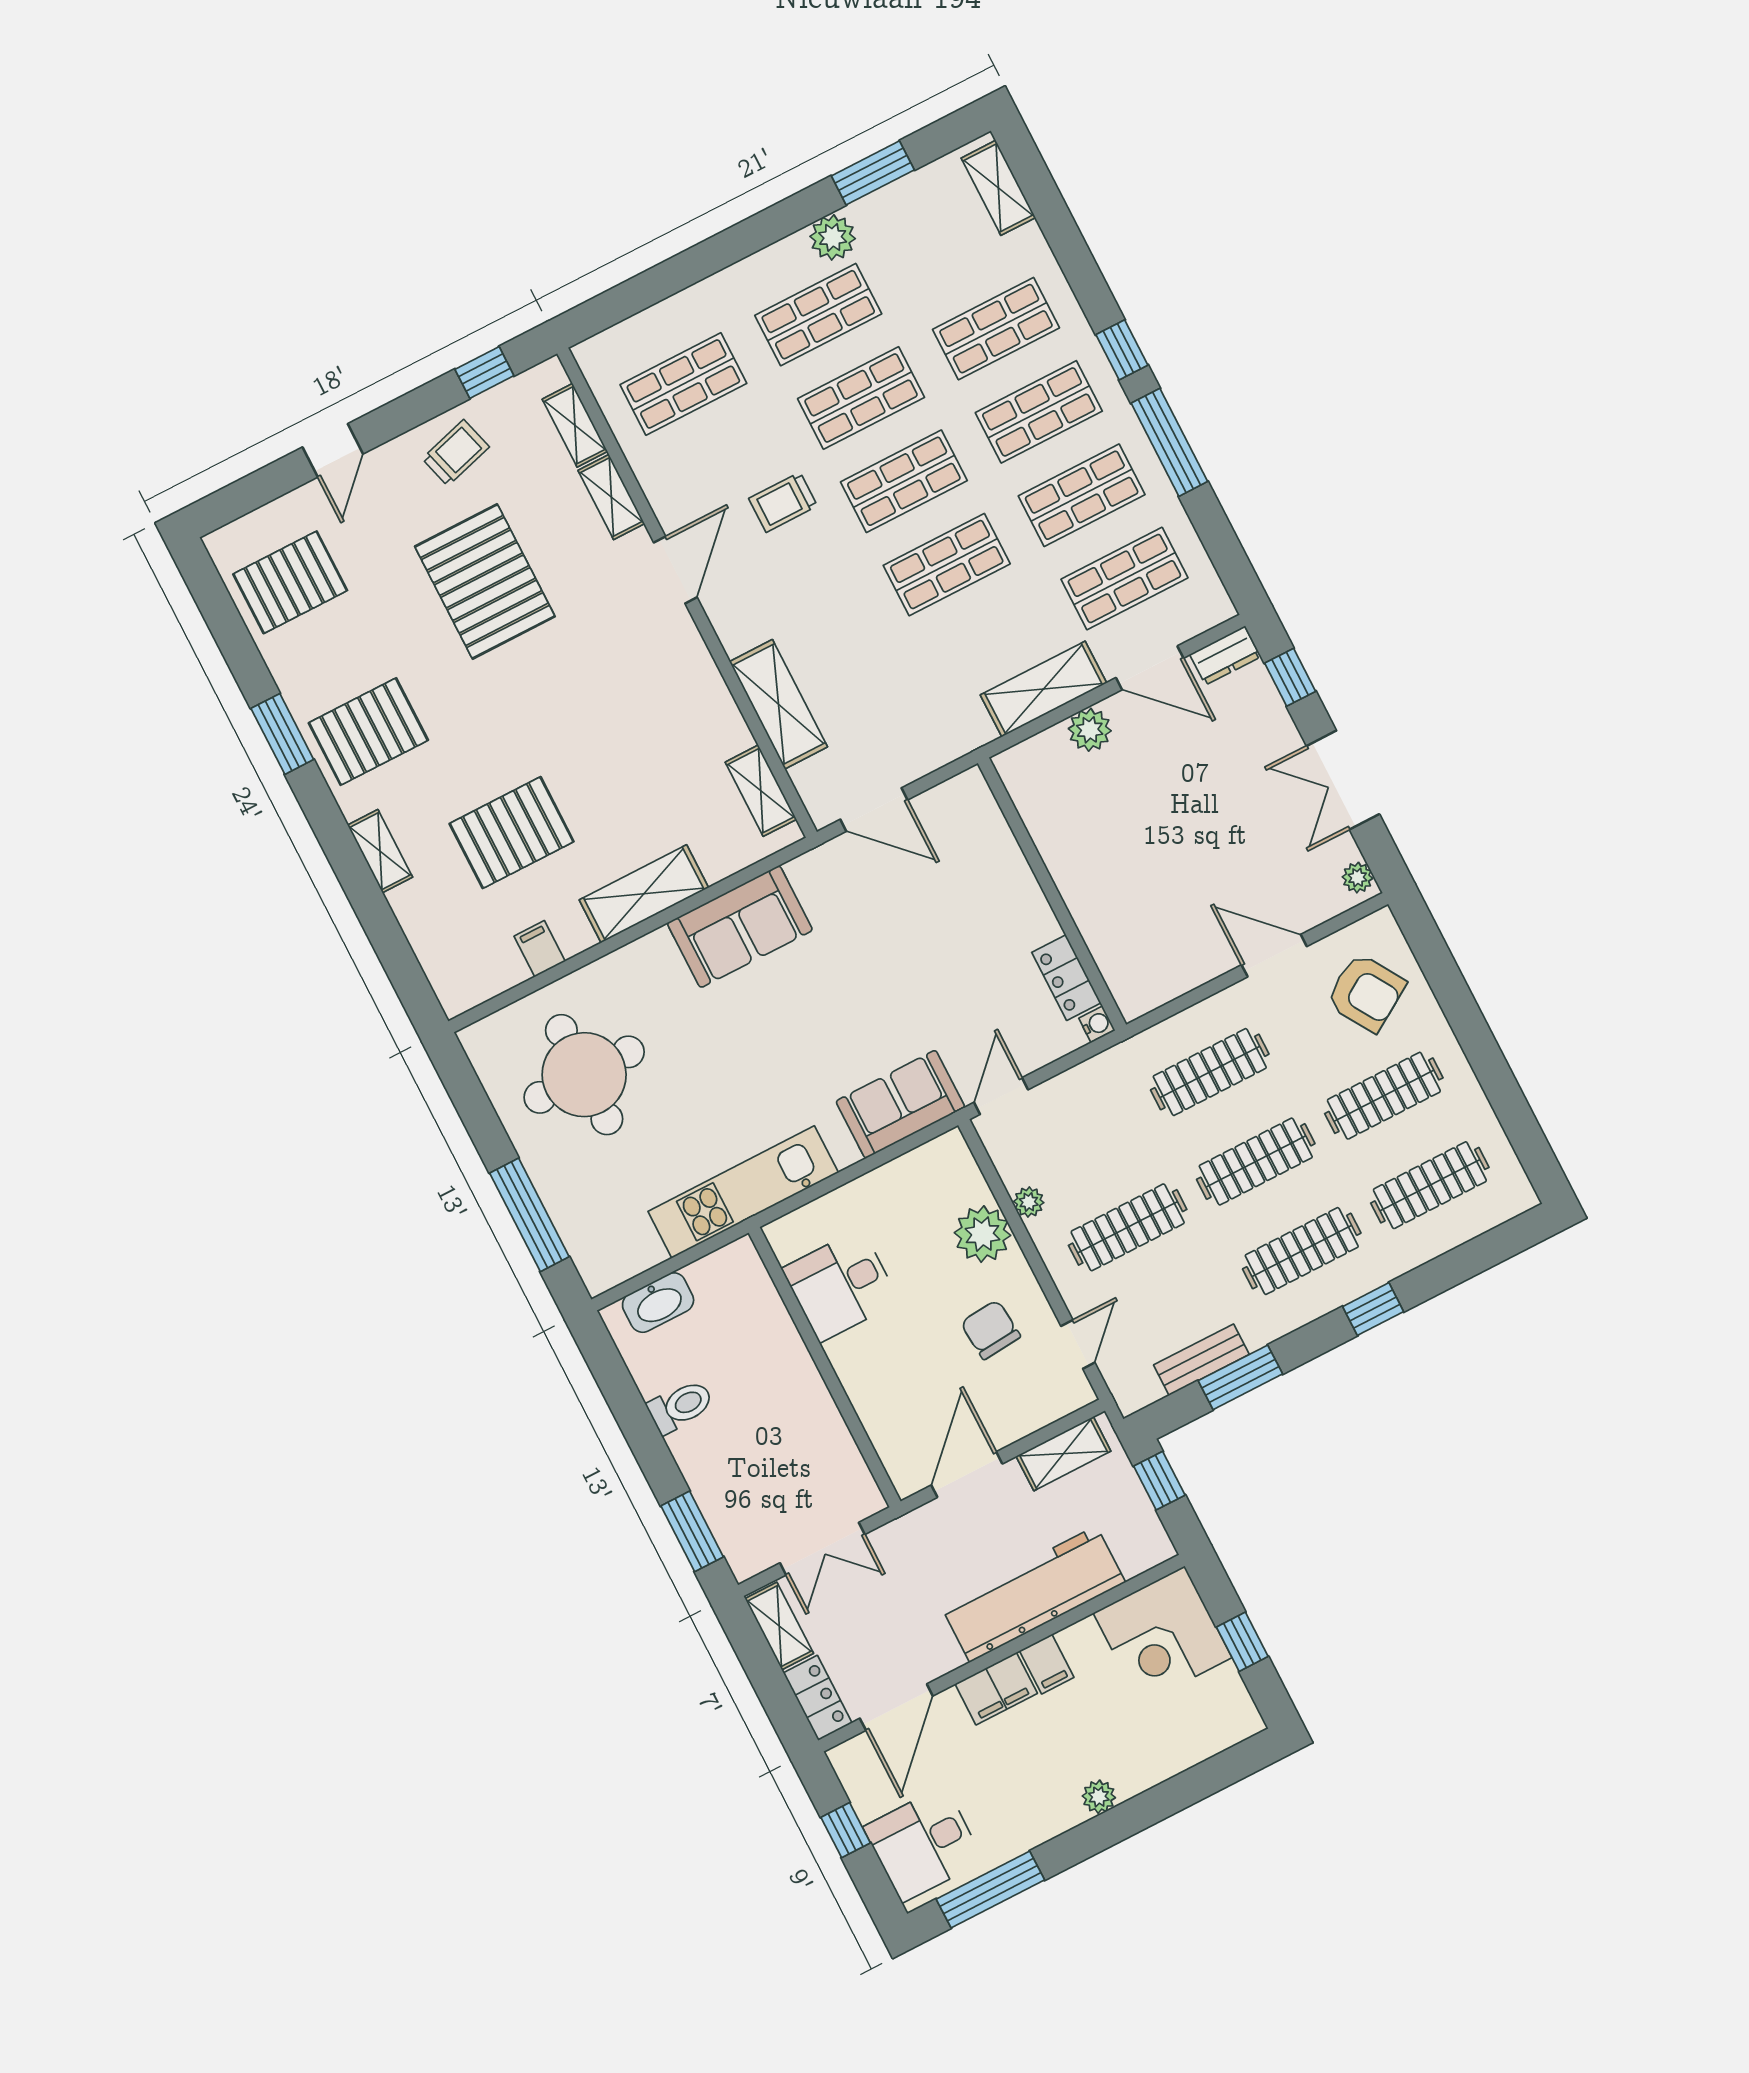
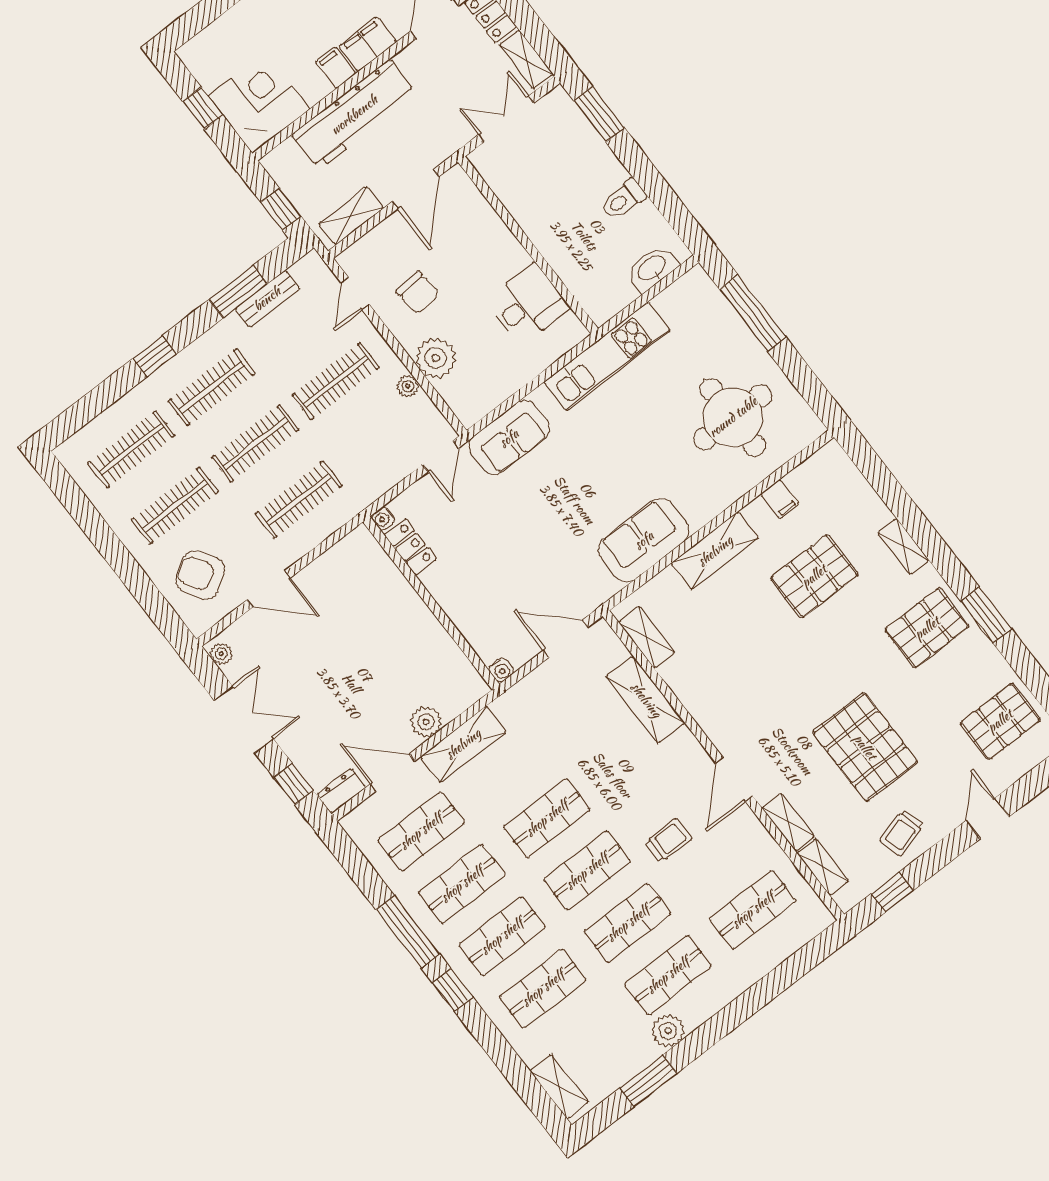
water cooler: (972, 783) -> (501, 670), added

